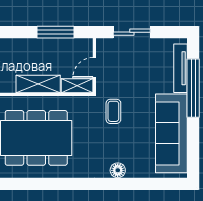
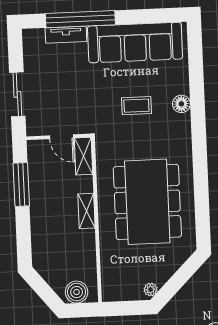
tv unit: (180, 68) -> (66, 35), width x0.71
shelving: (38, 84) -> (86, 211), width x0.67, depth x0.75
coffee table: (113, 111) -> (136, 106), moved

